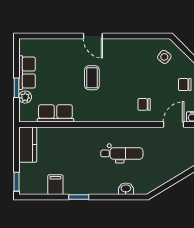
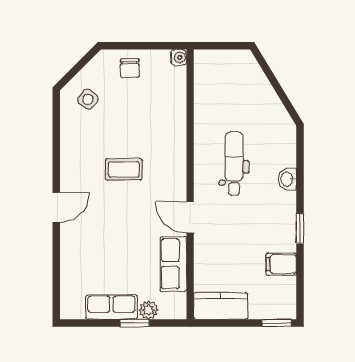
coffee table: (92, 78) -> (124, 169), moved
chair: (144, 104) -> (160, 130), removed
door: (174, 124) -> (190, 217), moved
washbasin: (126, 189) -> (287, 179), moved

